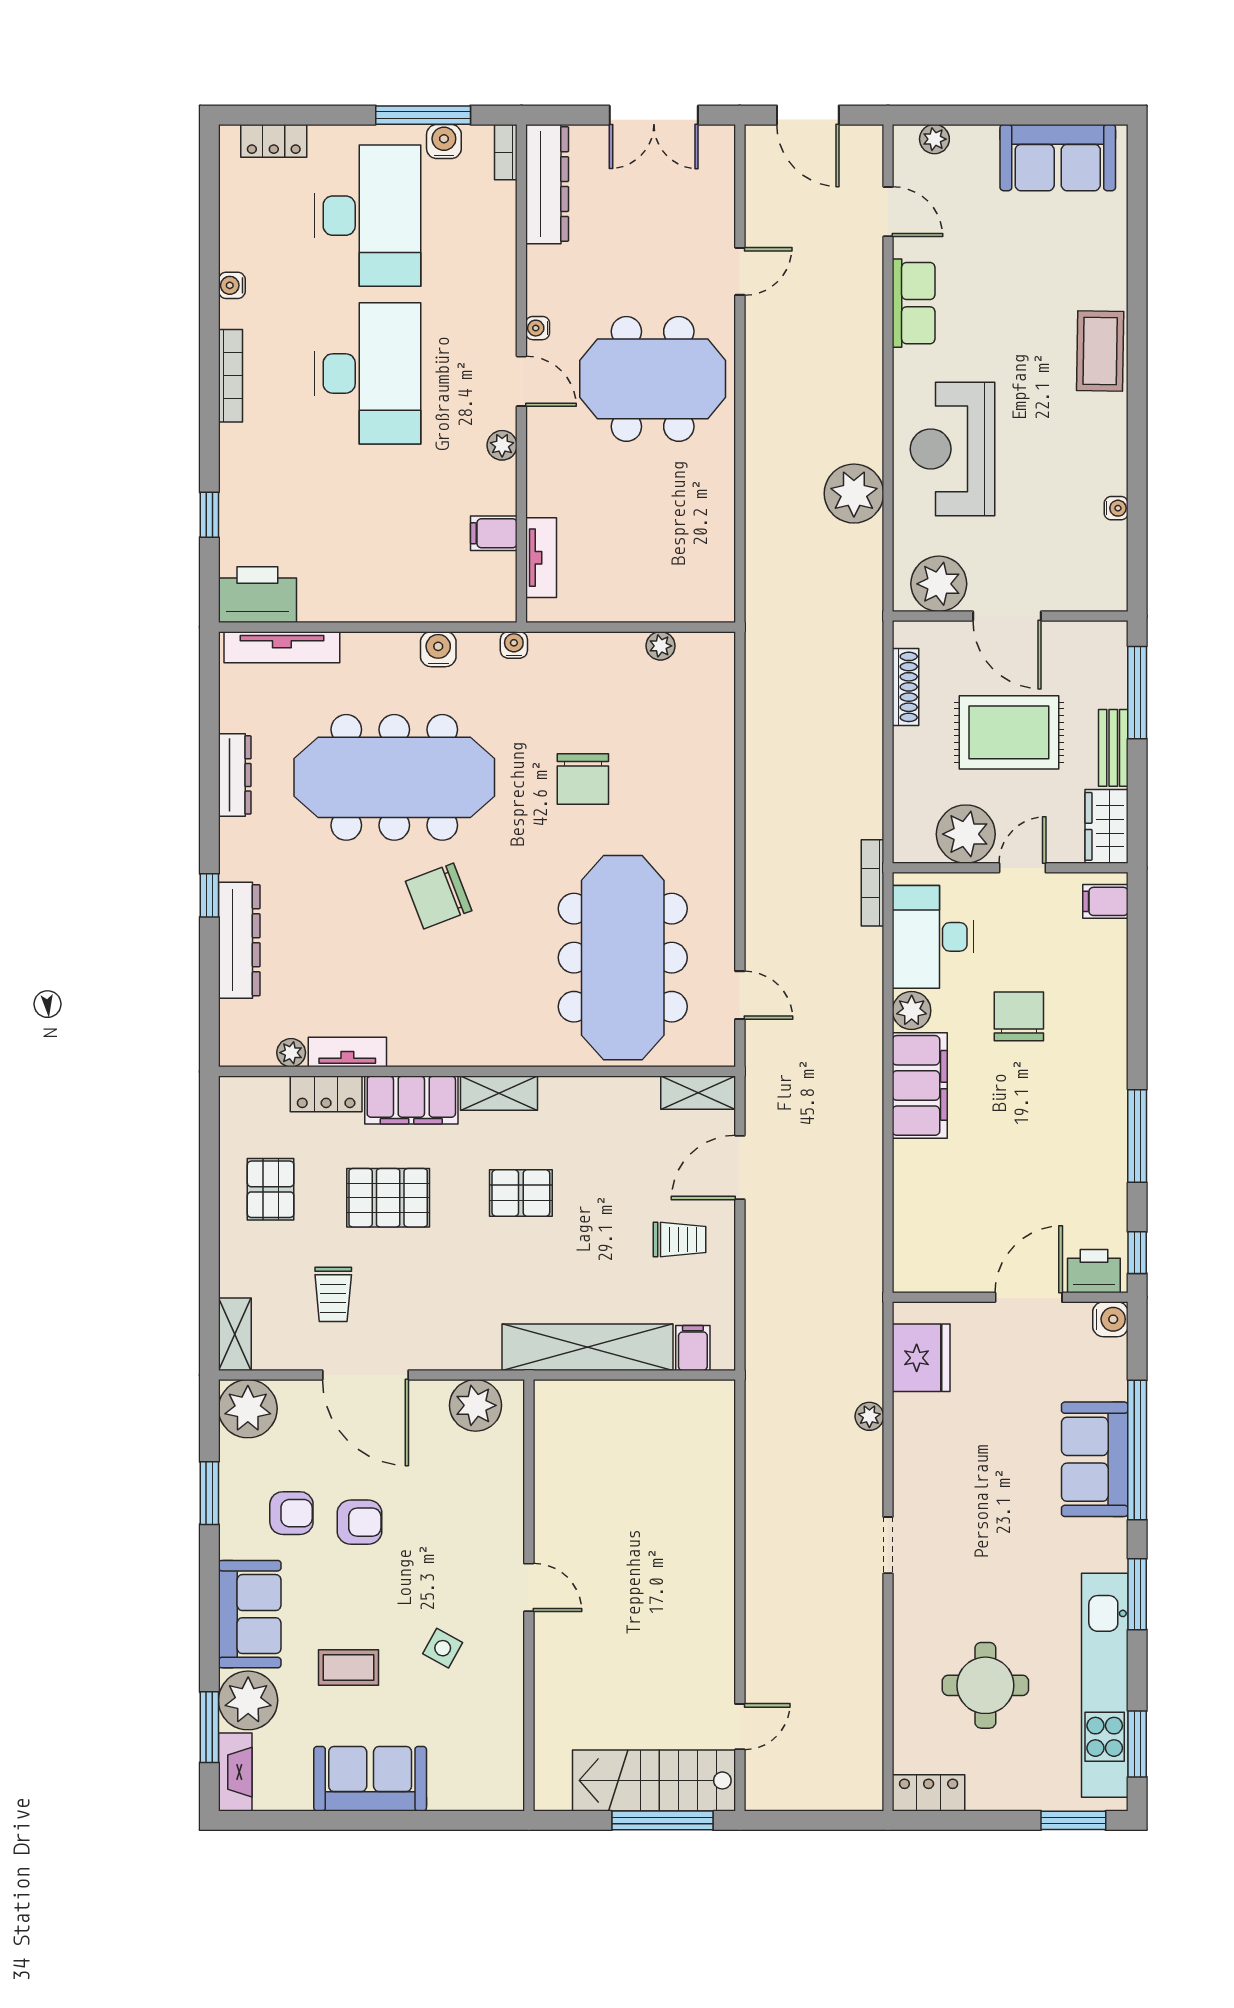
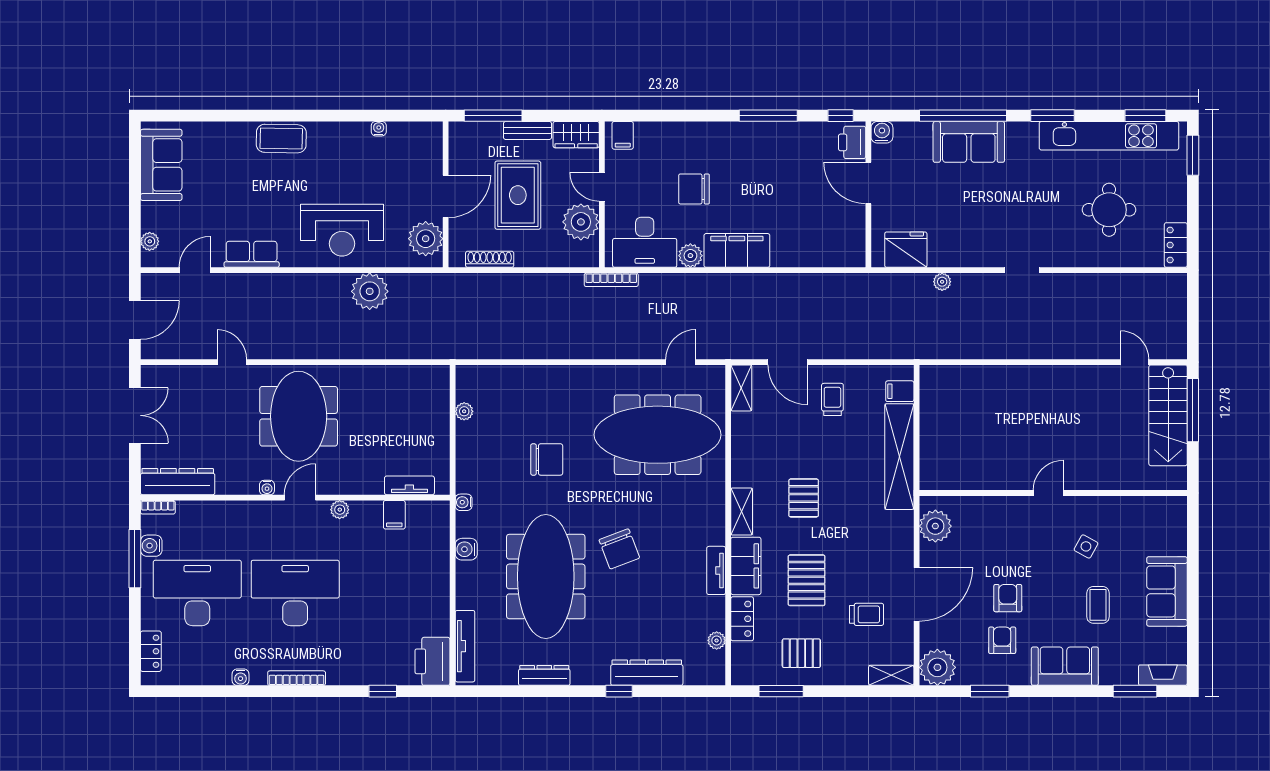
tv unit: (347, 1052) -> (716, 570), moved
window: (209, 1157) -> (781, 691), added
plant: (248, 1700) -> (1118, 667), removed

